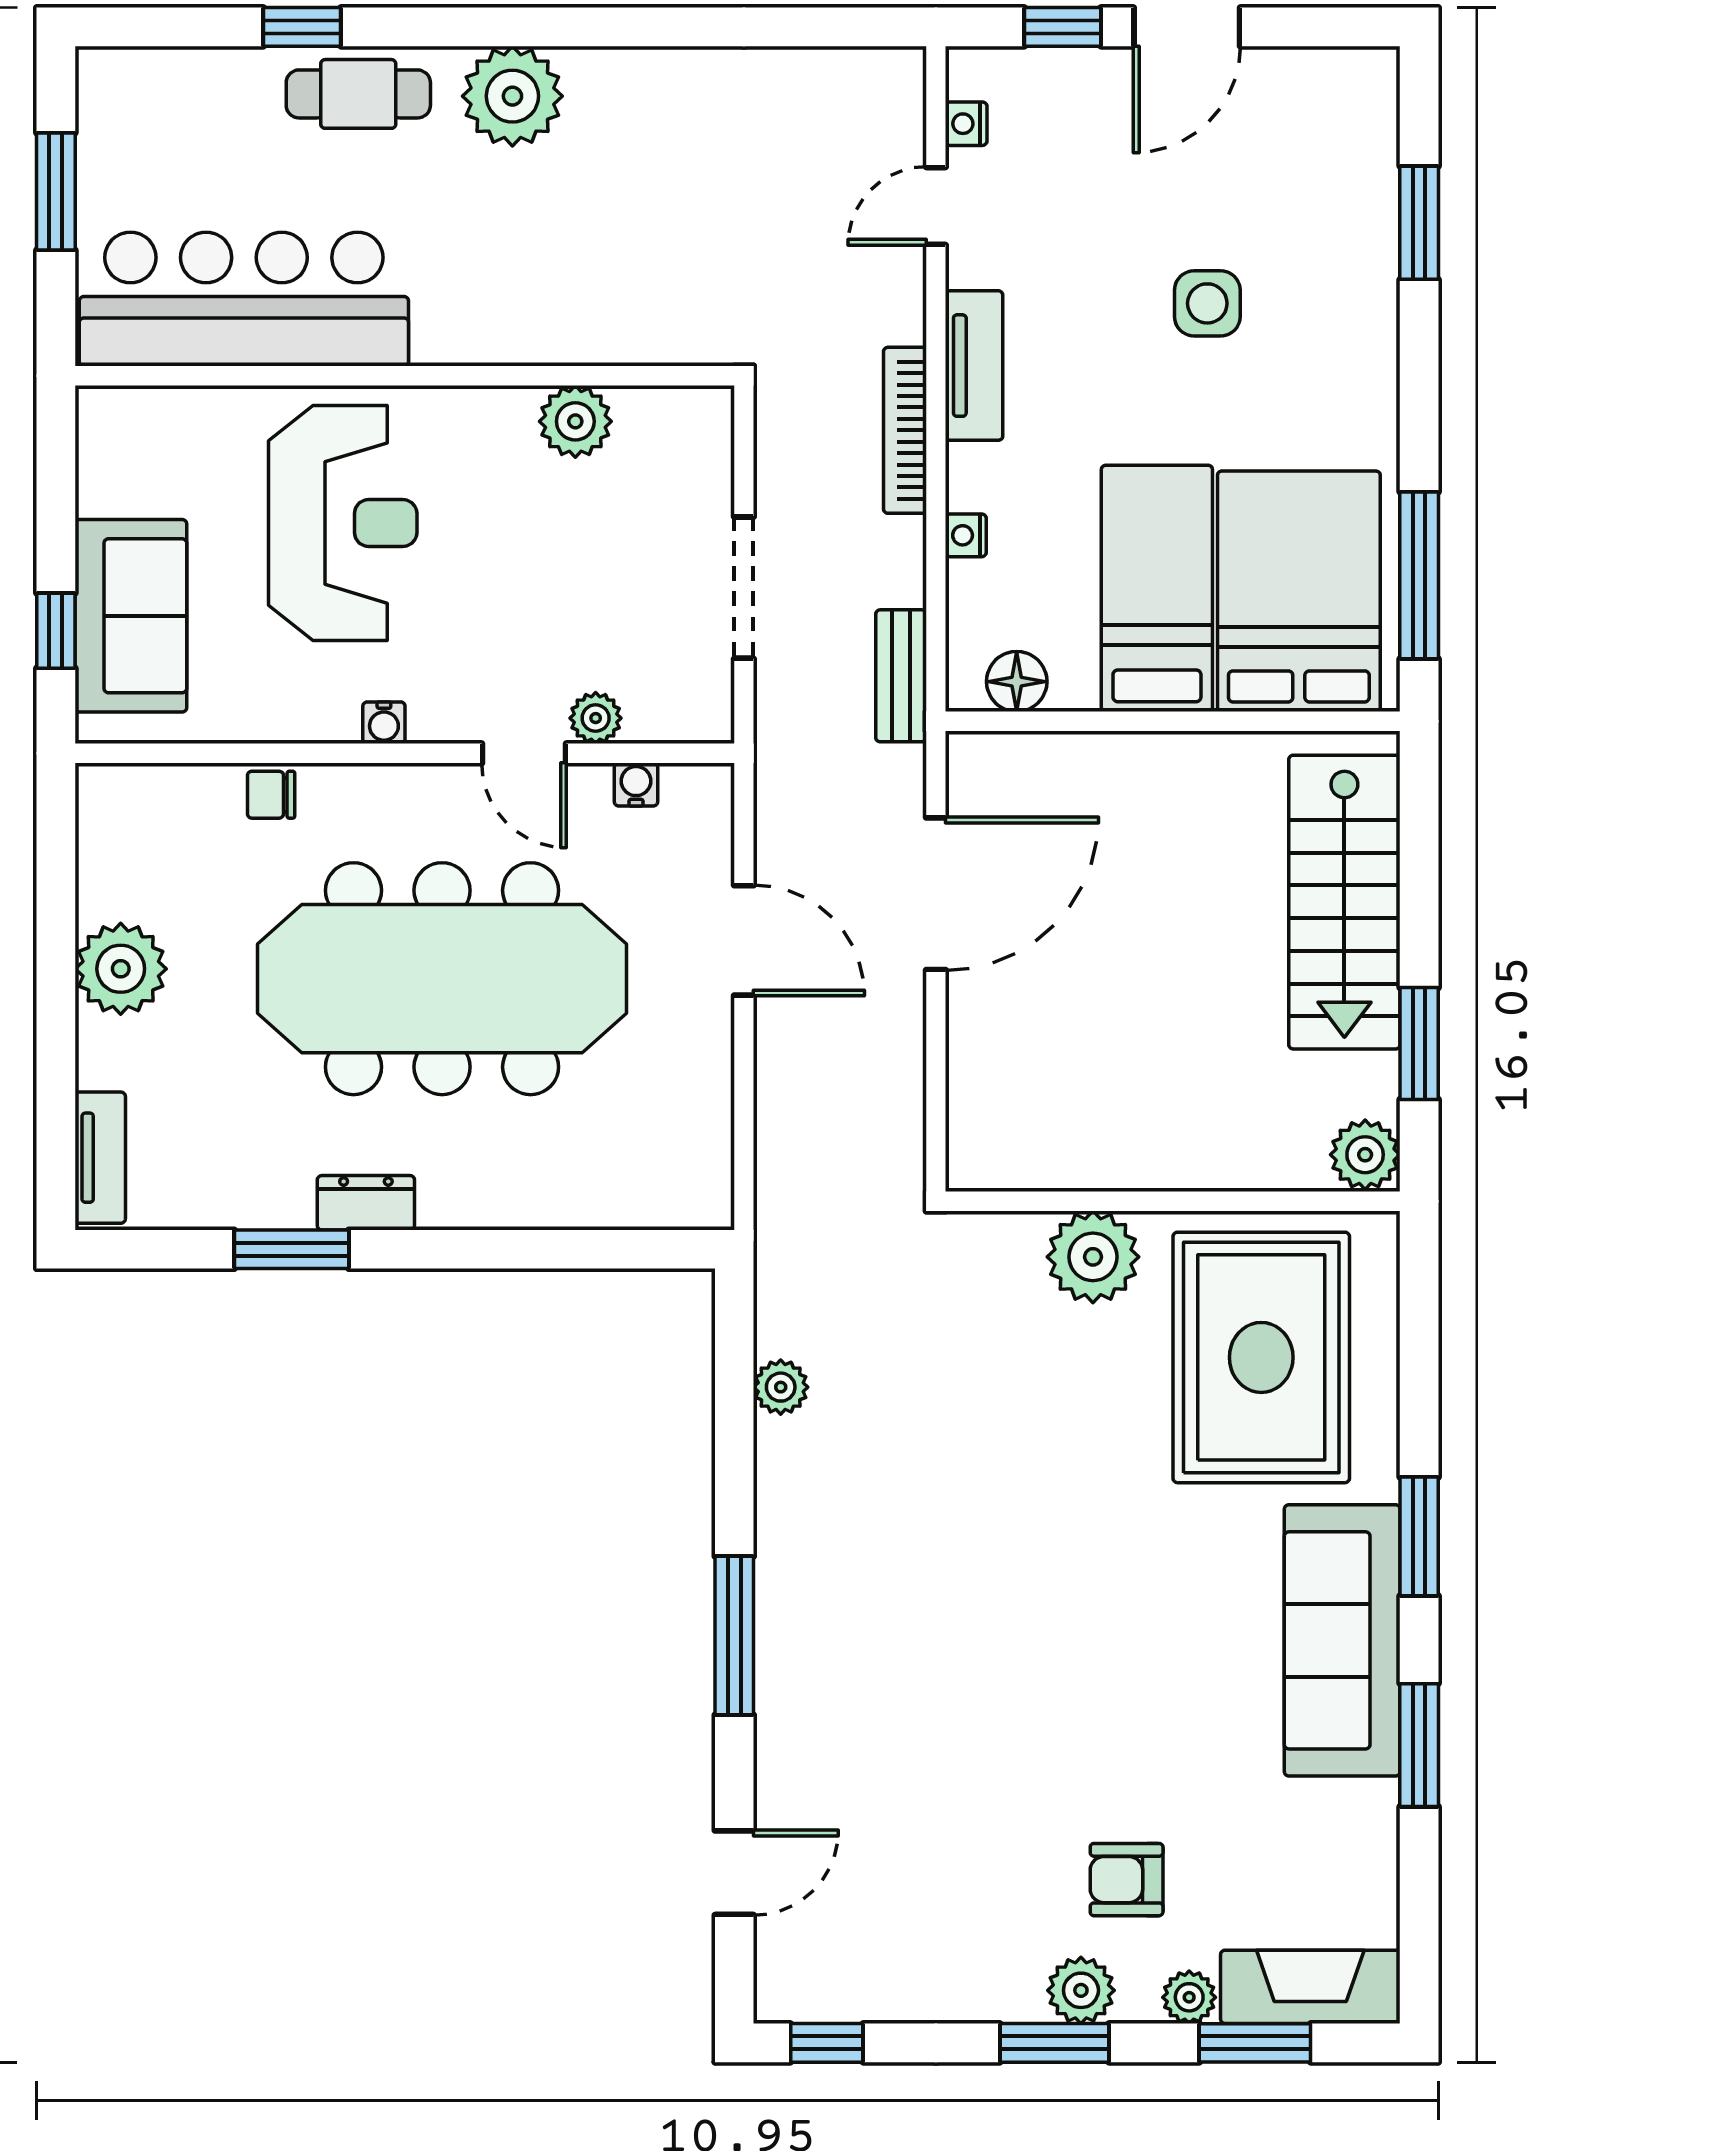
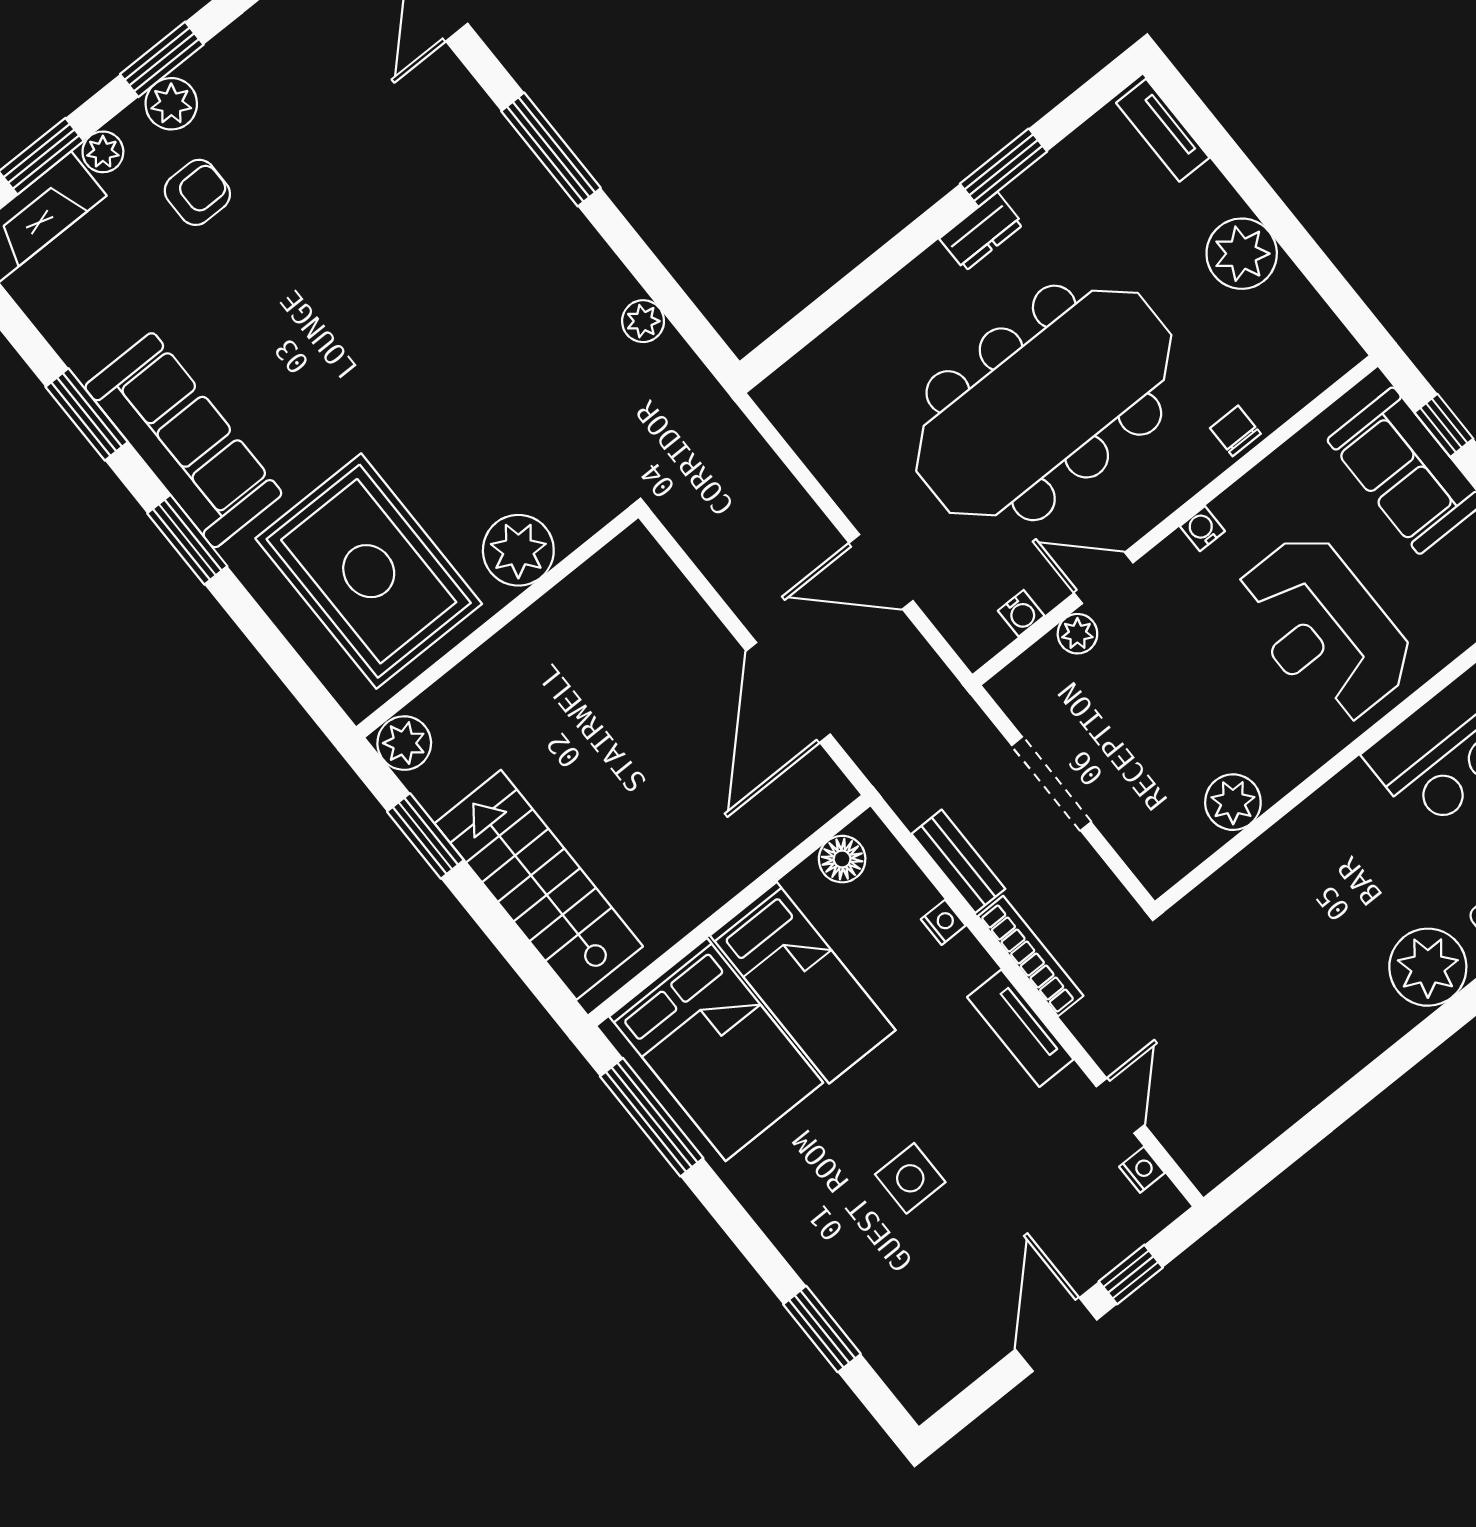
bench: (901, 676) -> (958, 861), moved
chair: (271, 795) -> (1235, 431), turned -90

